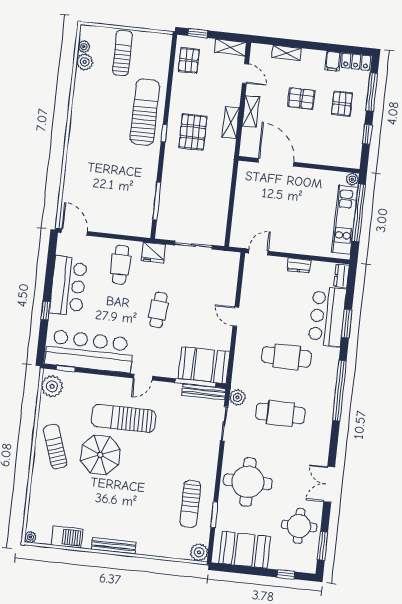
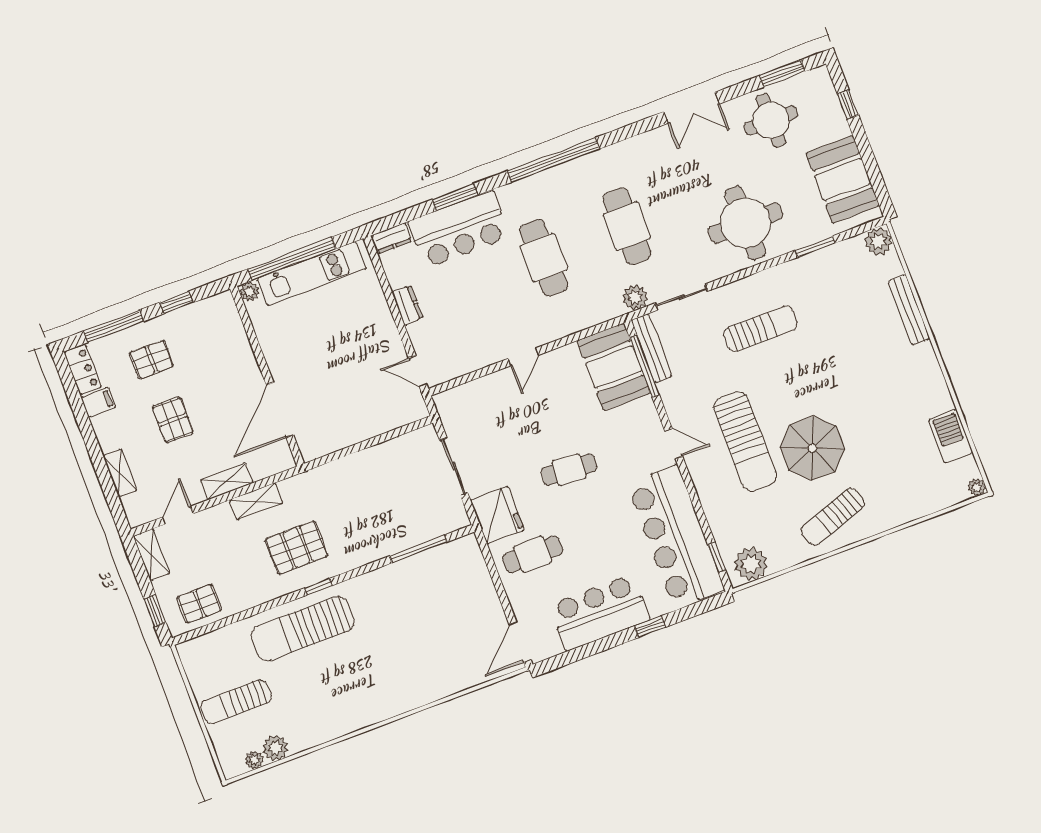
fridge: (154, 253) -> (497, 515), width x1.36, depth x1.34
sun lounger: (190, 504) -> (760, 329), moved
bench: (114, 546) -> (909, 310), moved

